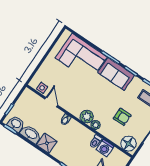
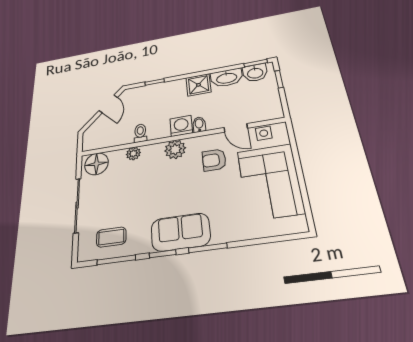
corner sofa: (81, 57) -> (270, 181), moved, turned -90
armchair: (122, 117) -> (214, 160), moved
plant: (96, 125) -> (133, 153), moved
washing machine: (105, 148) -> (181, 126), moved

